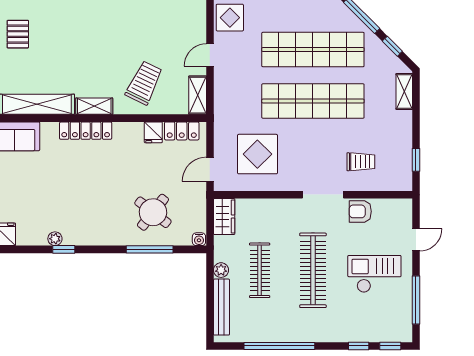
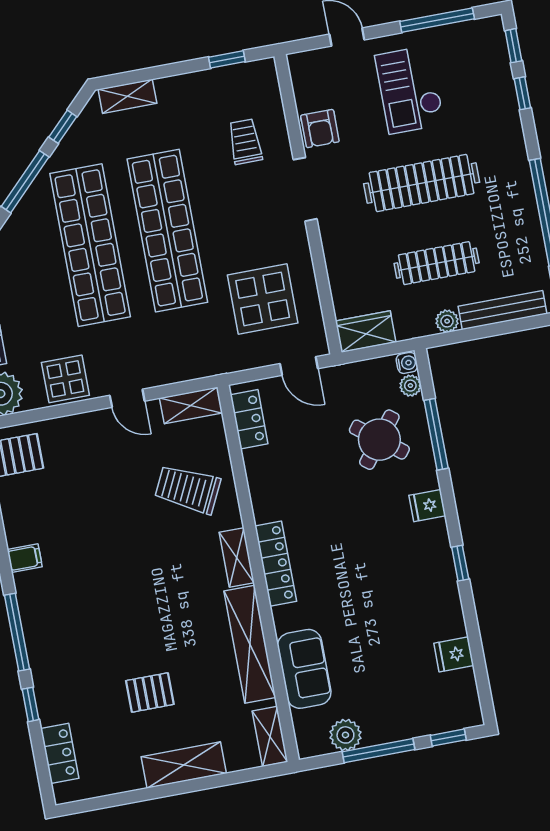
fridge: (153, 132) -> (427, 506), moved, turned 180
plant: (55, 239) -> (410, 386), moved

